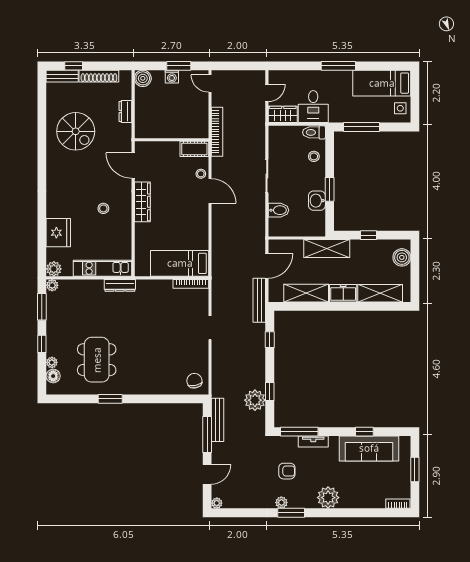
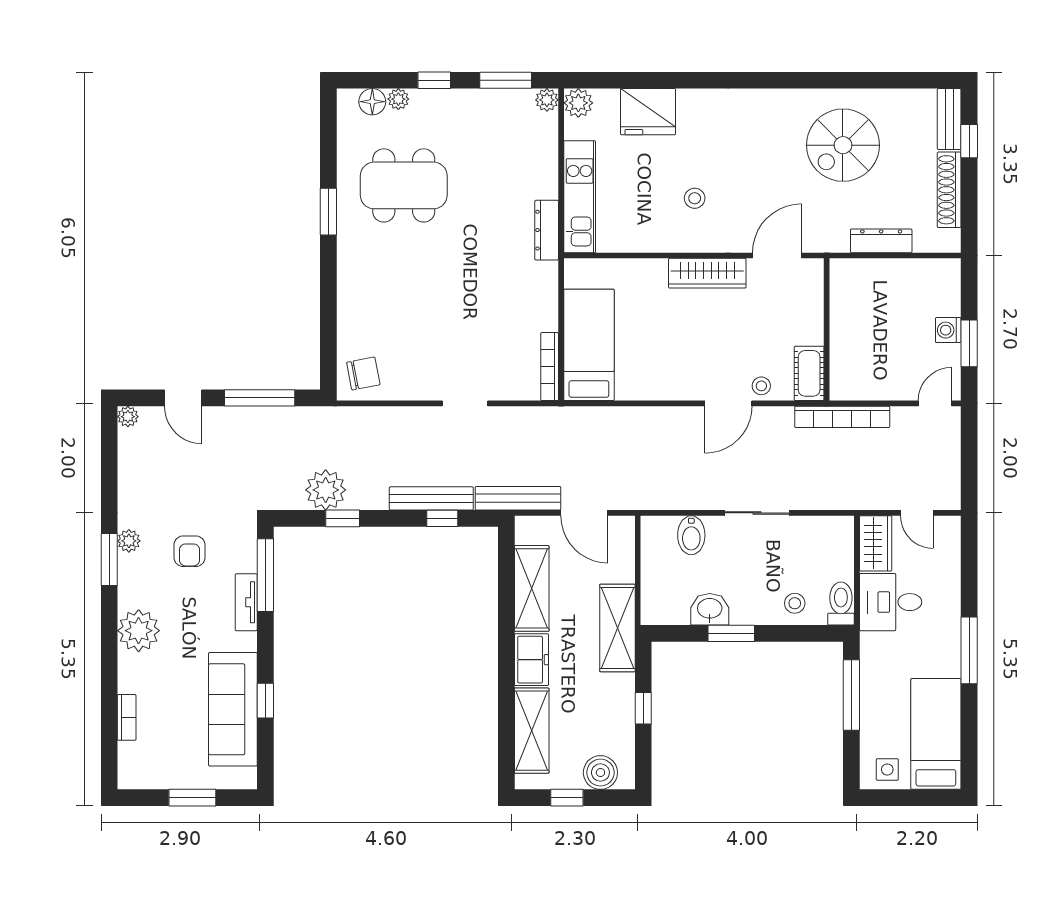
boiler: (143, 78) -> (945, 274), removed
dresser: (125, 111) -> (881, 241), width x1.44
window: (415, 275) -> (567, 798), added
bench: (217, 420) -> (431, 498), moved
bookcase: (398, 504) -> (127, 717), moved

